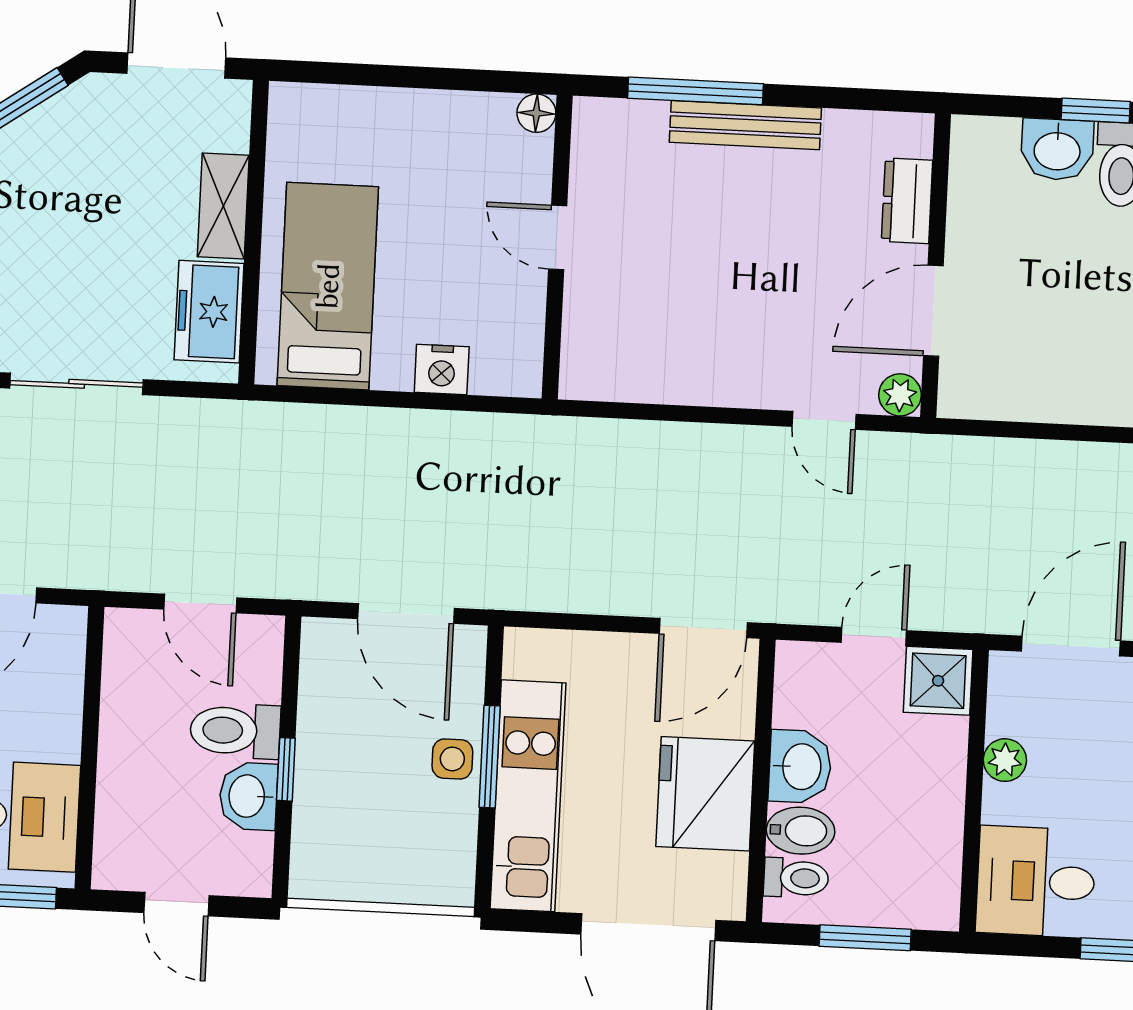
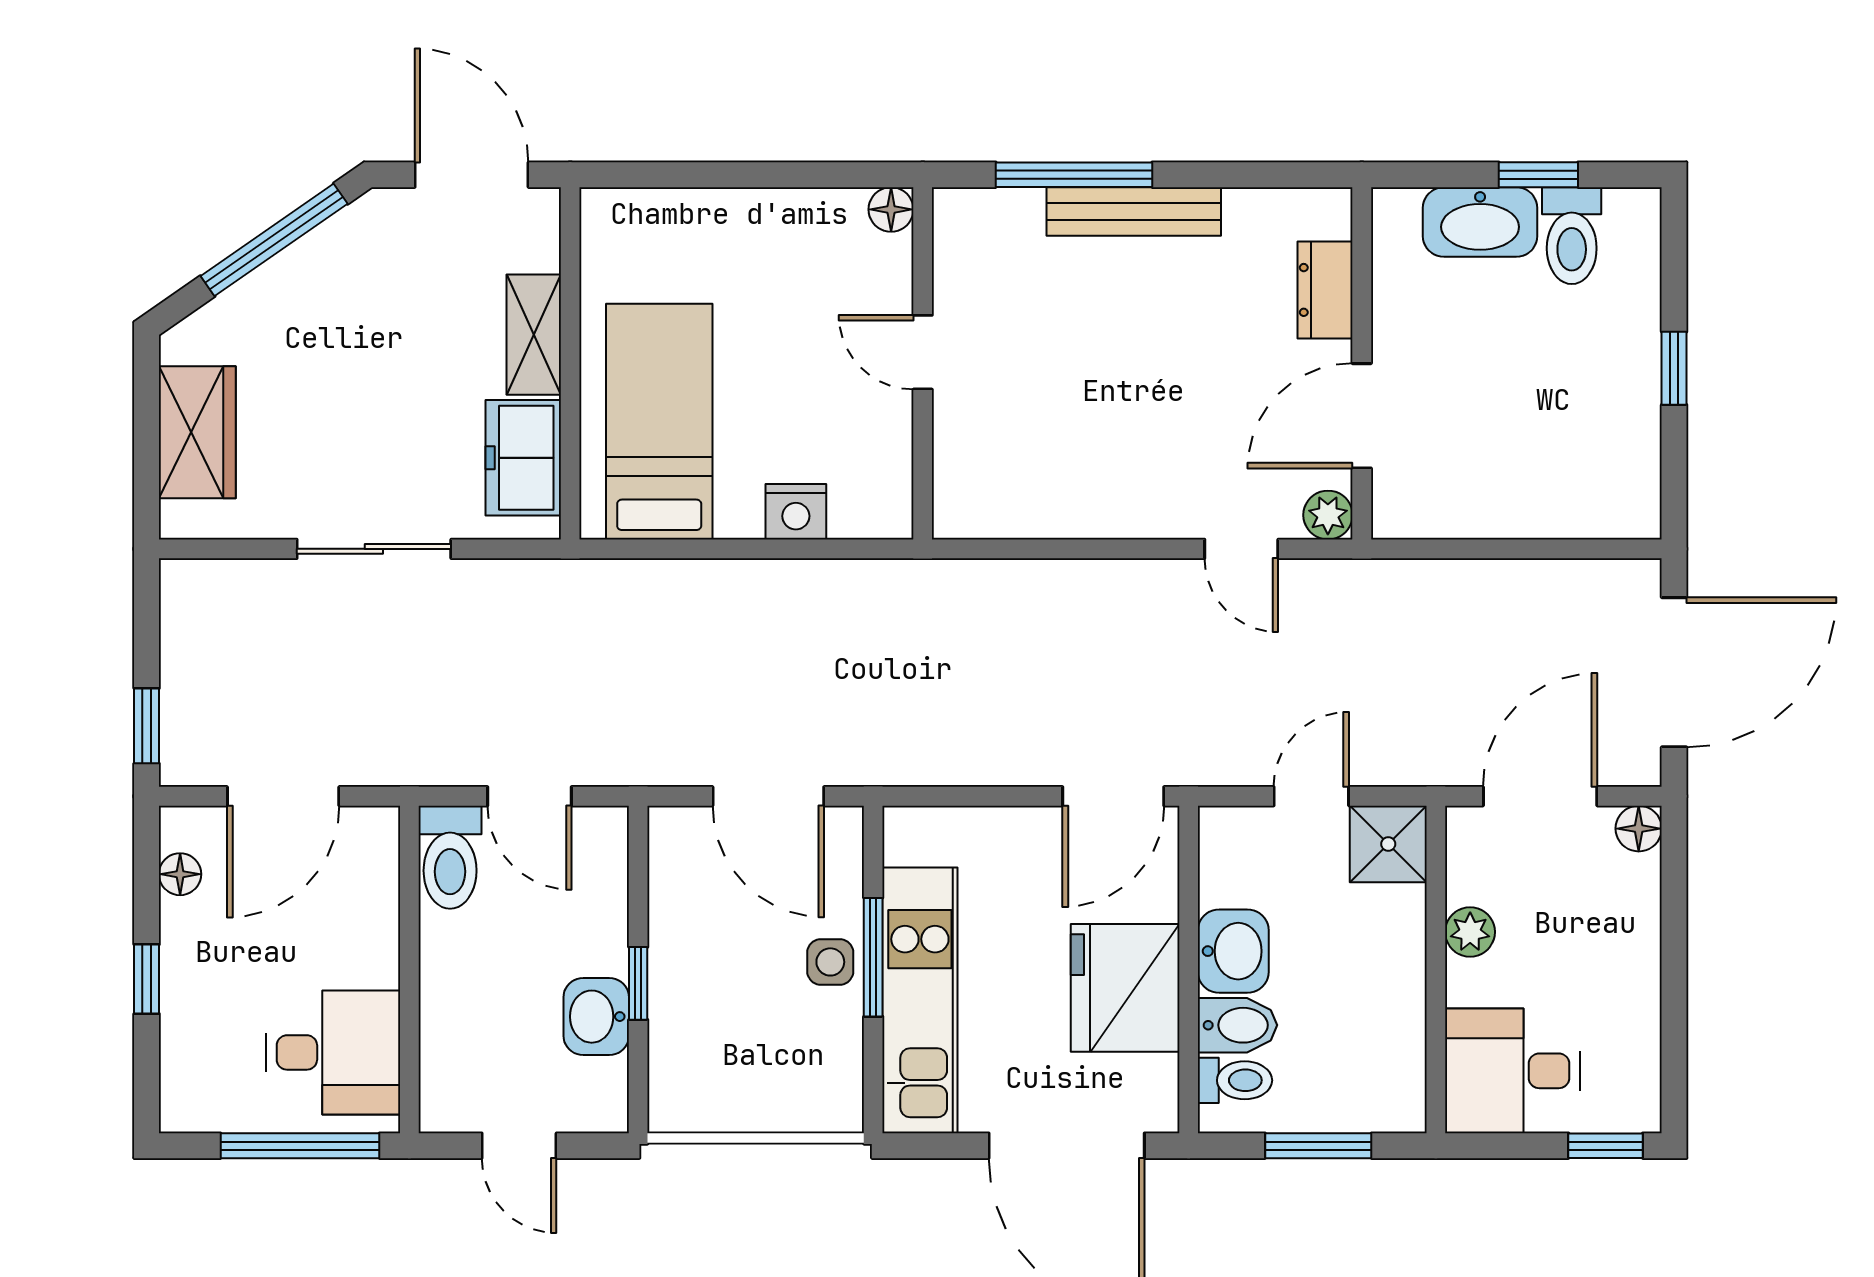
washbasin: (1057, 149) -> (1480, 222), width x1.38
toilet: (235, 731) -> (450, 857), moved, turned -90

